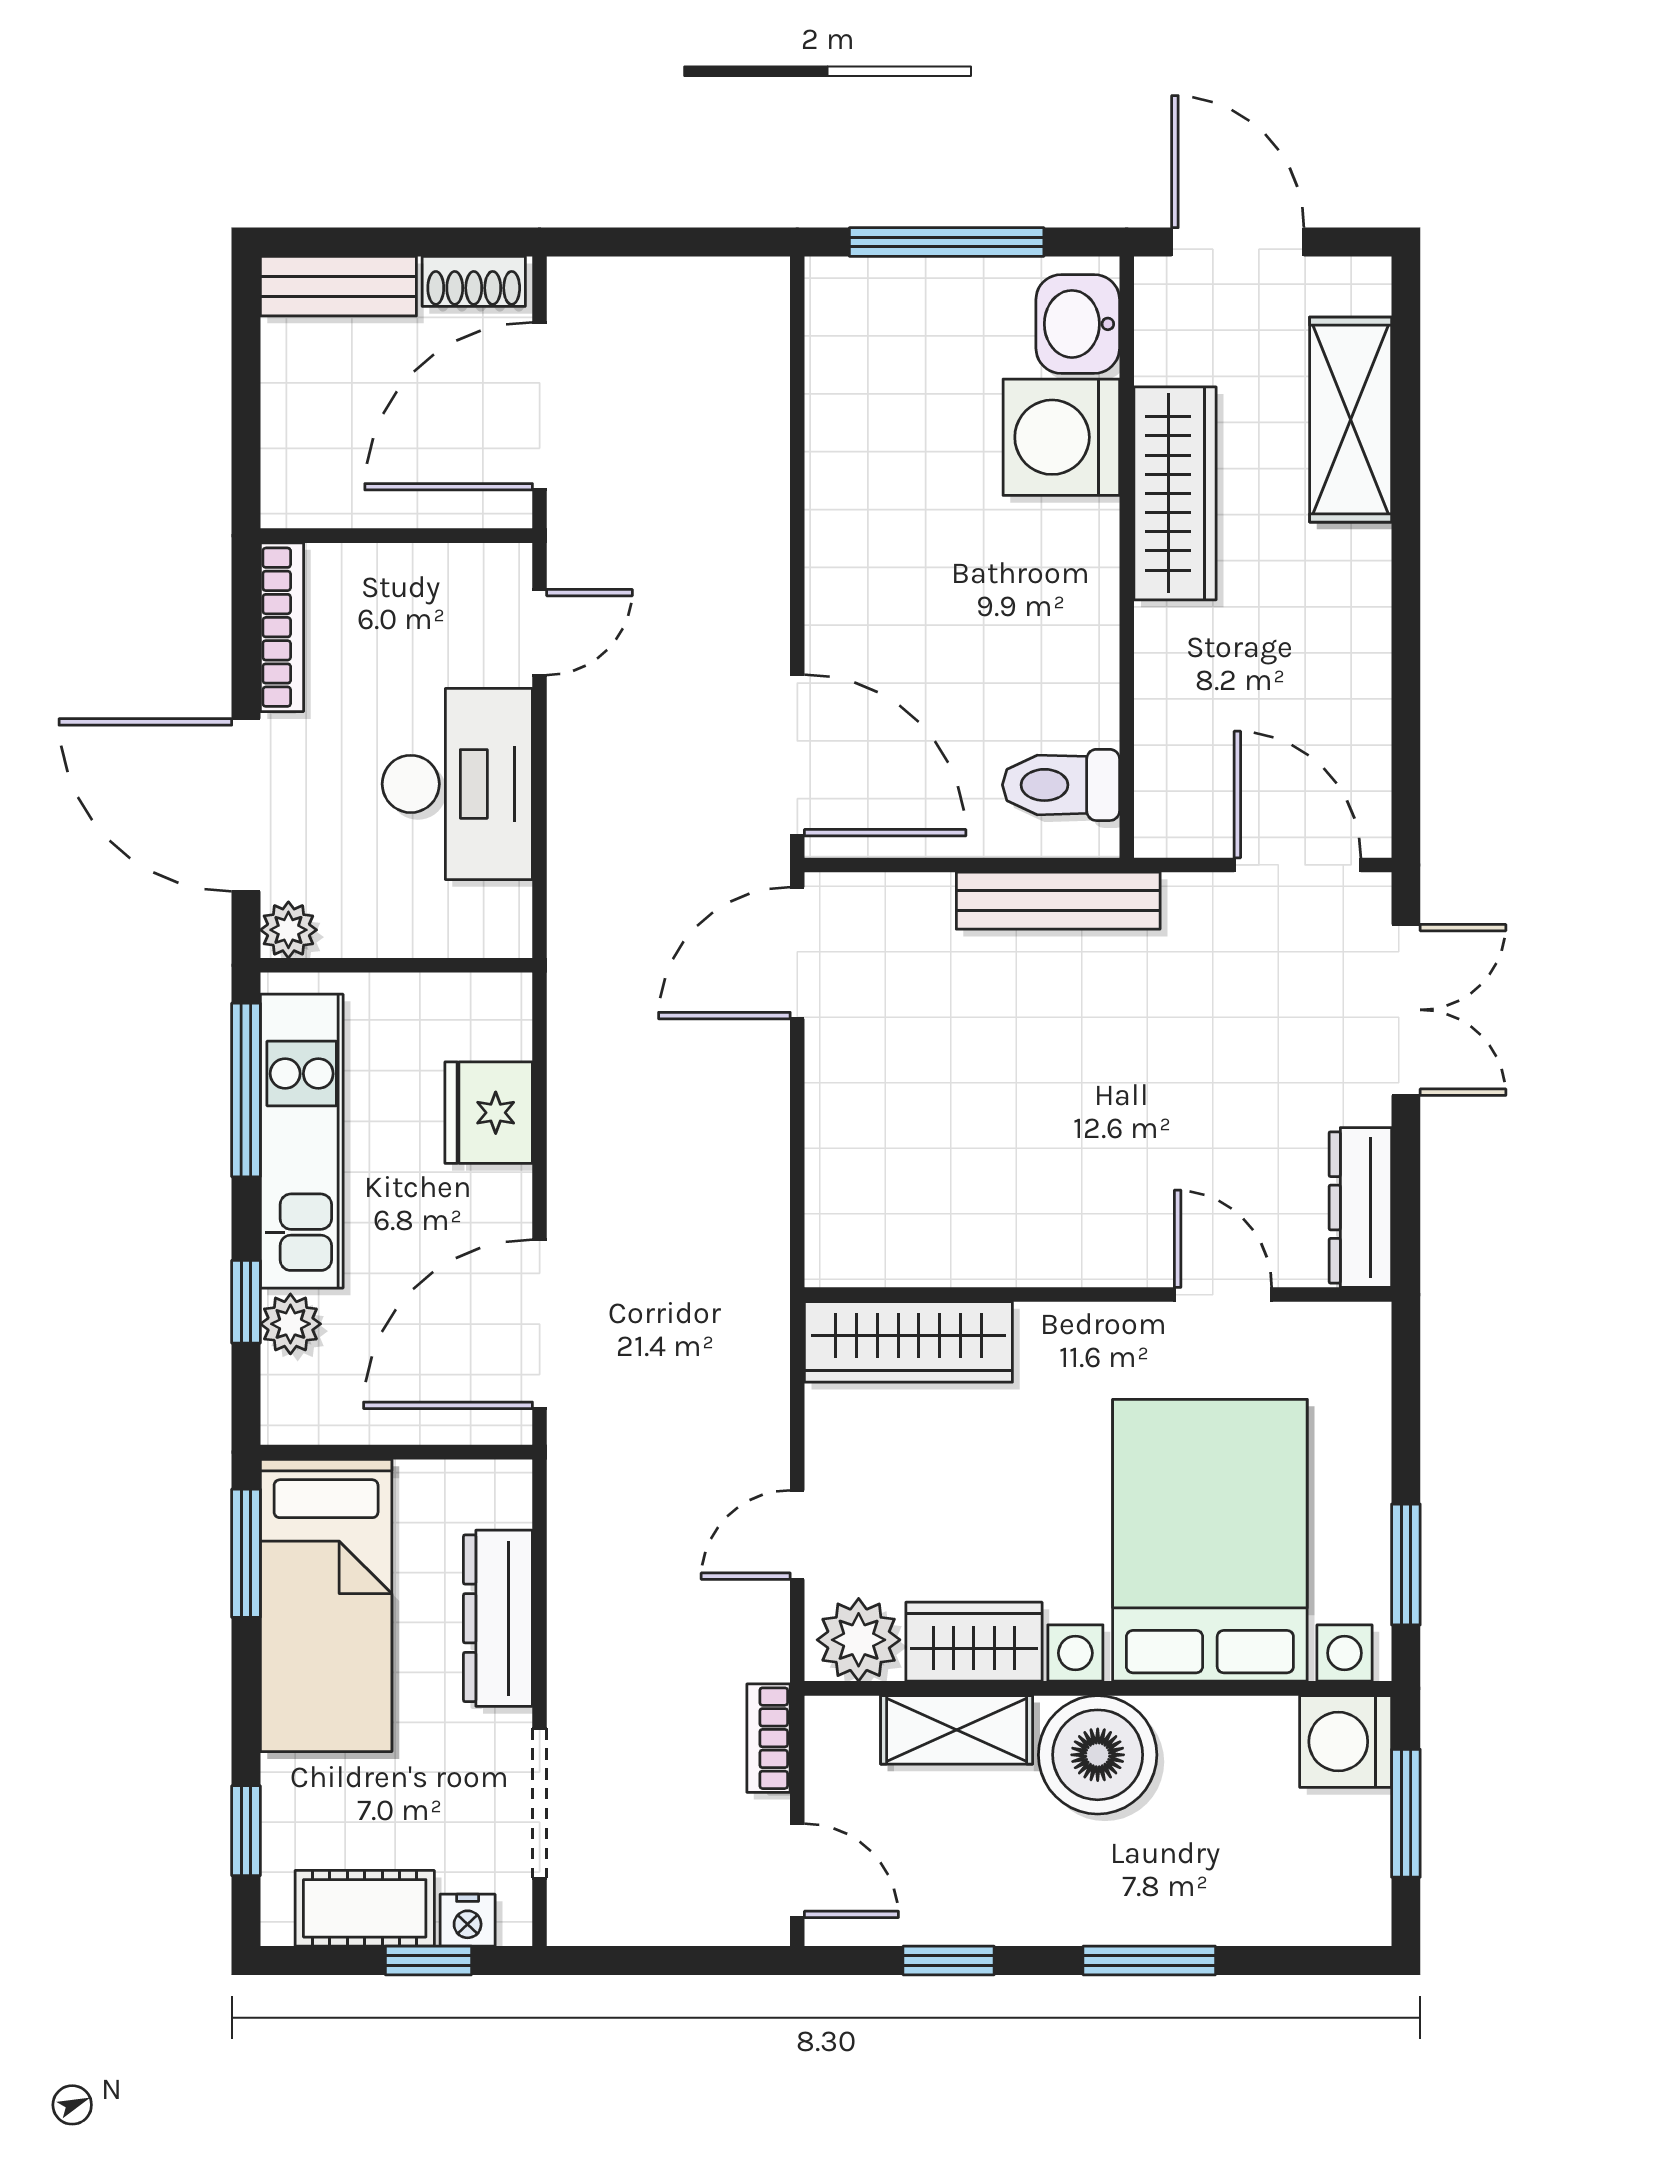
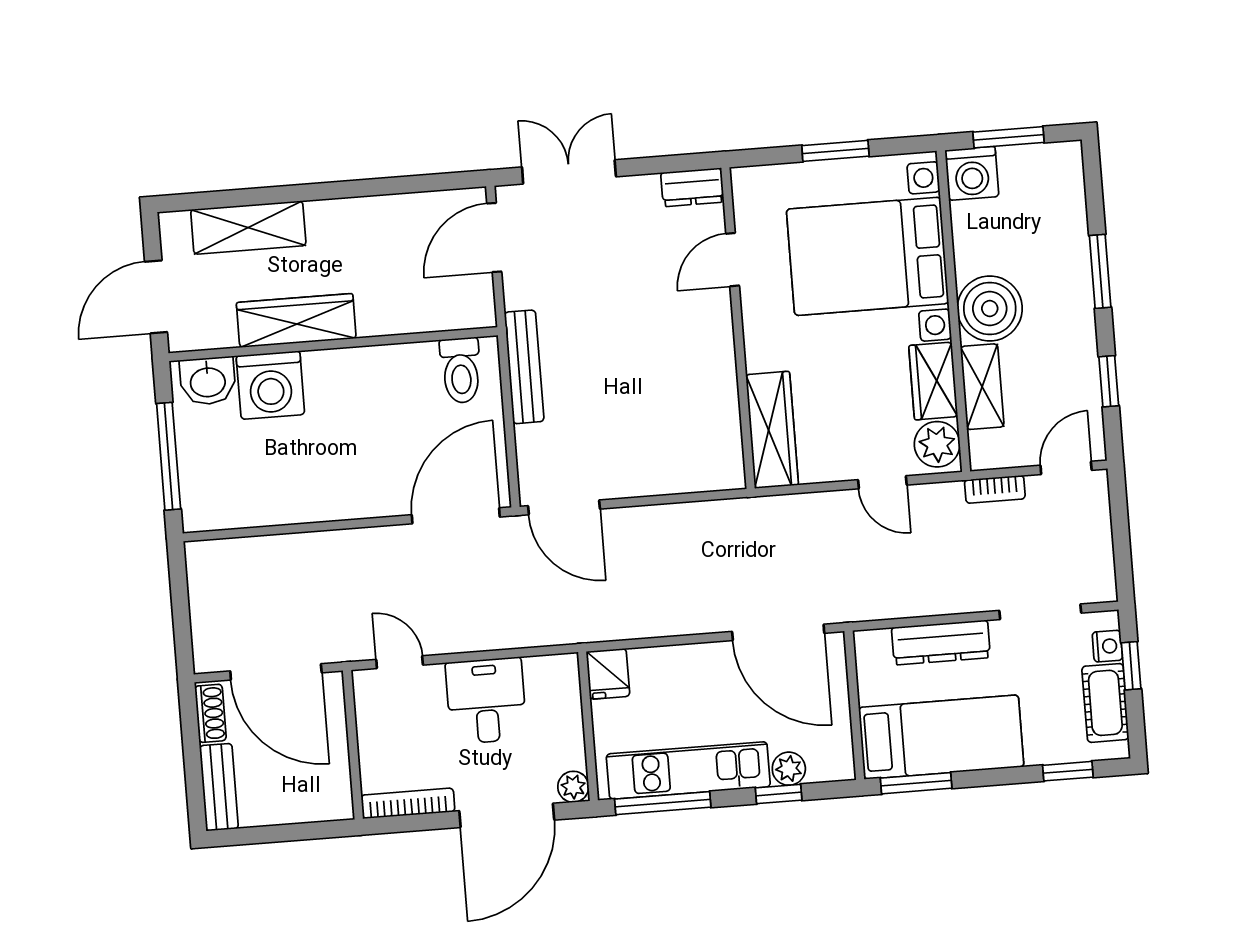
desk: (457, 784) -> (486, 701), width x0.73
fridge: (489, 1113) -> (608, 674), moved, width x0.72
dresser: (1360, 1207) -> (692, 187), width x0.70
window: (1406, 1564) -> (835, 151), moved

